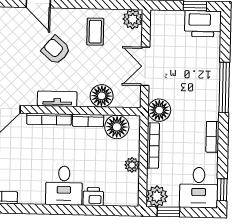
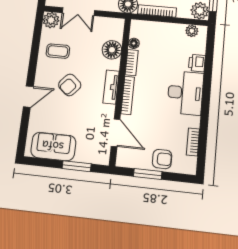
double door: (145, 66) -> (78, 12), moved
floor lamp: (117, 127) -> (134, 43), width x0.53, depth x0.53
plant: (132, 165) -> (192, 31), moved
desk: (64, 186) -> (185, 93), width x1.37

